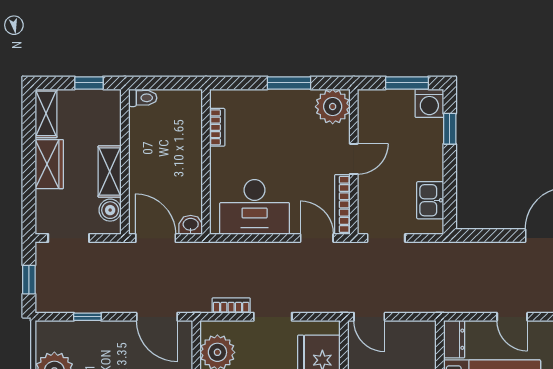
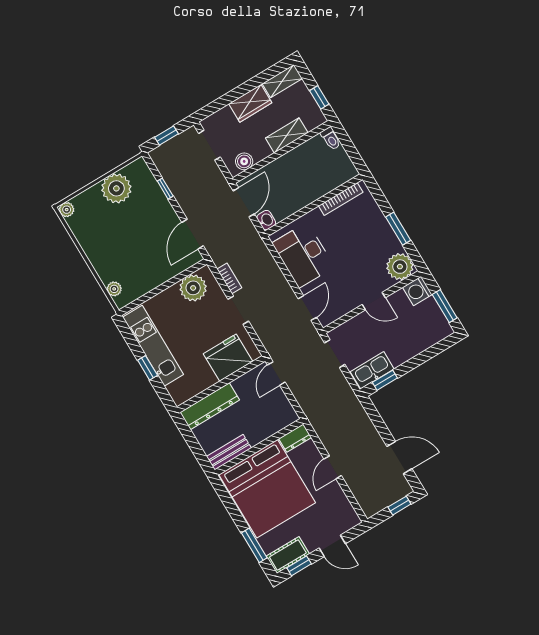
washing machine: (429, 103) -> (417, 291), moved
bookcase: (217, 127) -> (341, 199), width x1.56
window: (450, 129) -> (385, 380), moved
shelving: (110, 171) -> (287, 135), moved
kitchen sink: (430, 200) -> (372, 370), width x1.38
bookcase: (342, 204) -> (339, 312), removed

